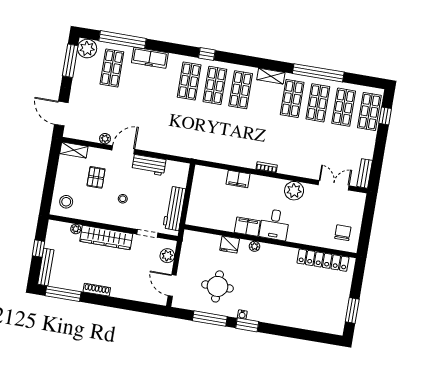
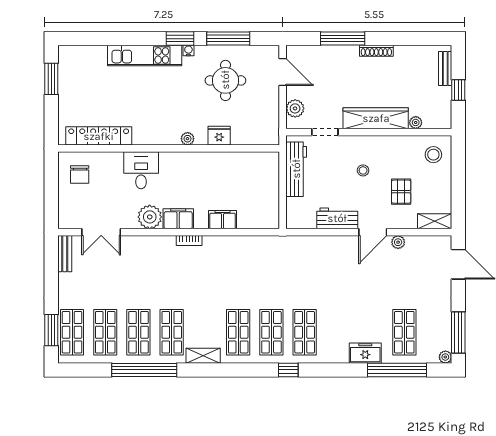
plant: (87, 49) -> (445, 357), width x0.53, depth x0.53
freezer: (150, 58) -> (365, 353), width x0.71
window: (385, 116) -> (51, 330), width x1.50
desk: (274, 224) -> (141, 170), moved
filing cabinet: (247, 227) -> (178, 219), moved, turned 180
bench: (46, 267) -> (445, 68), width x0.73
window: (63, 294) -> (343, 39), moved
kitchen unit: (277, 316) -> (145, 56), added

